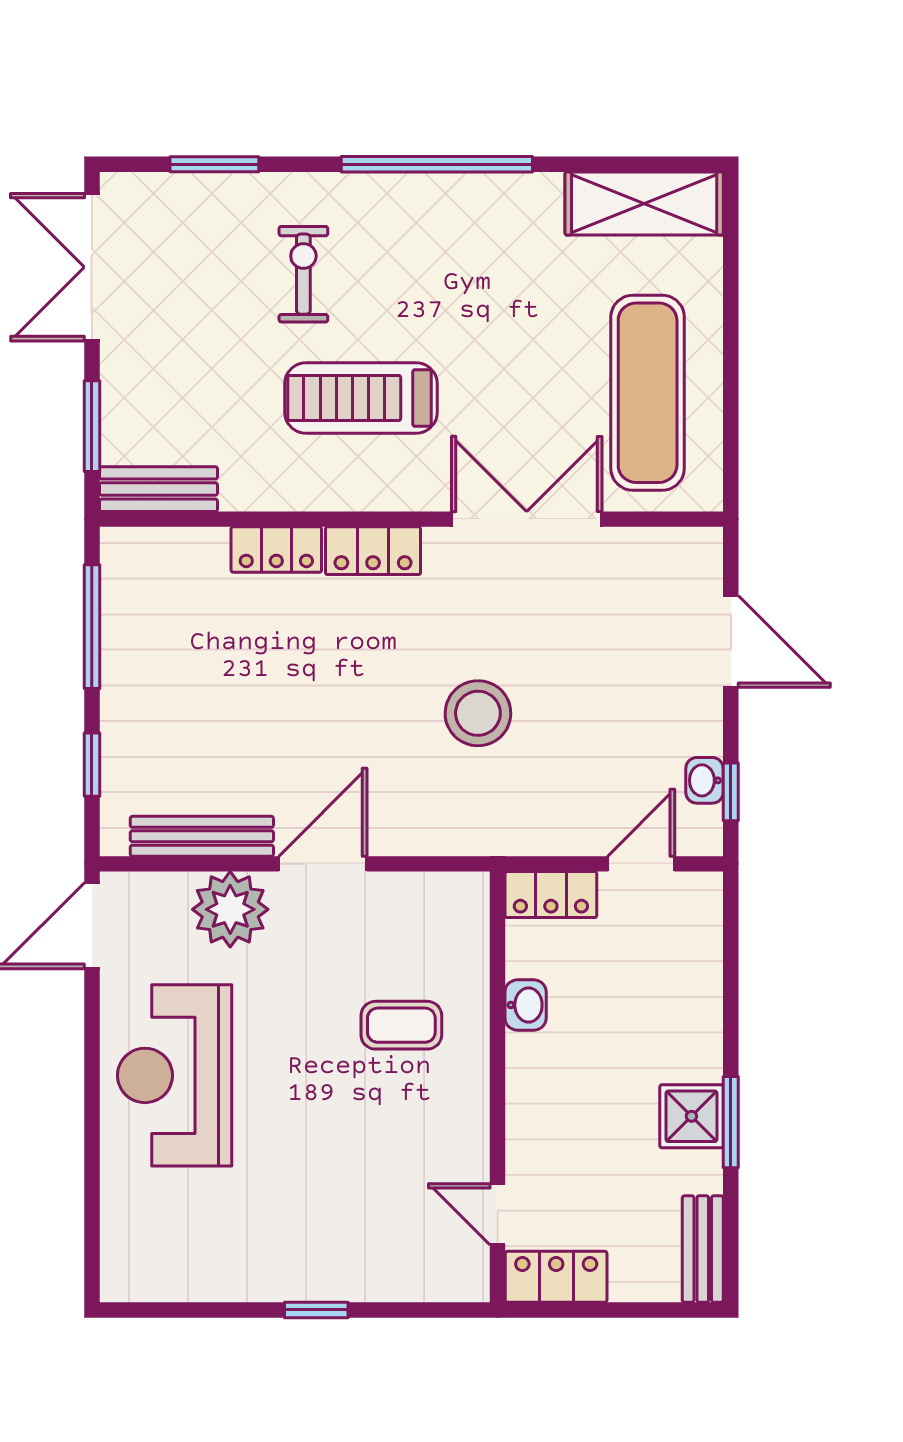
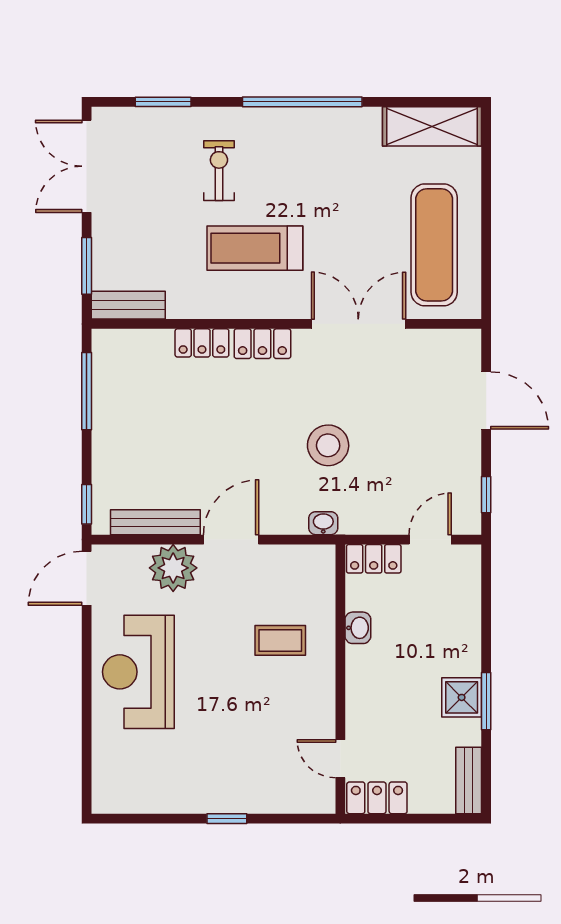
window: (92, 765) -> (87, 504), moved
washbasin: (705, 780) -> (323, 523), moved, turned 90

